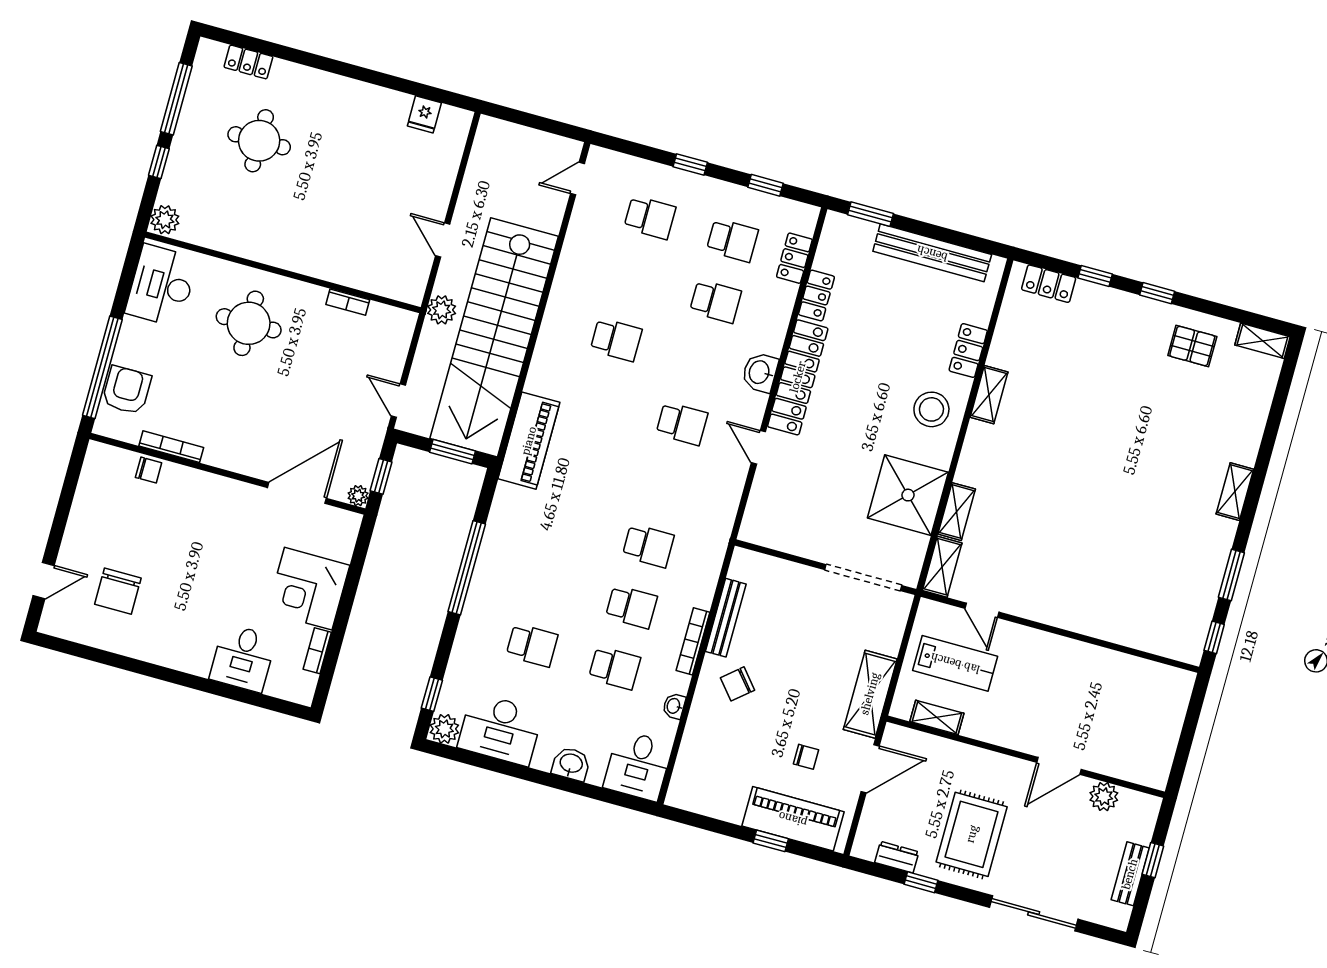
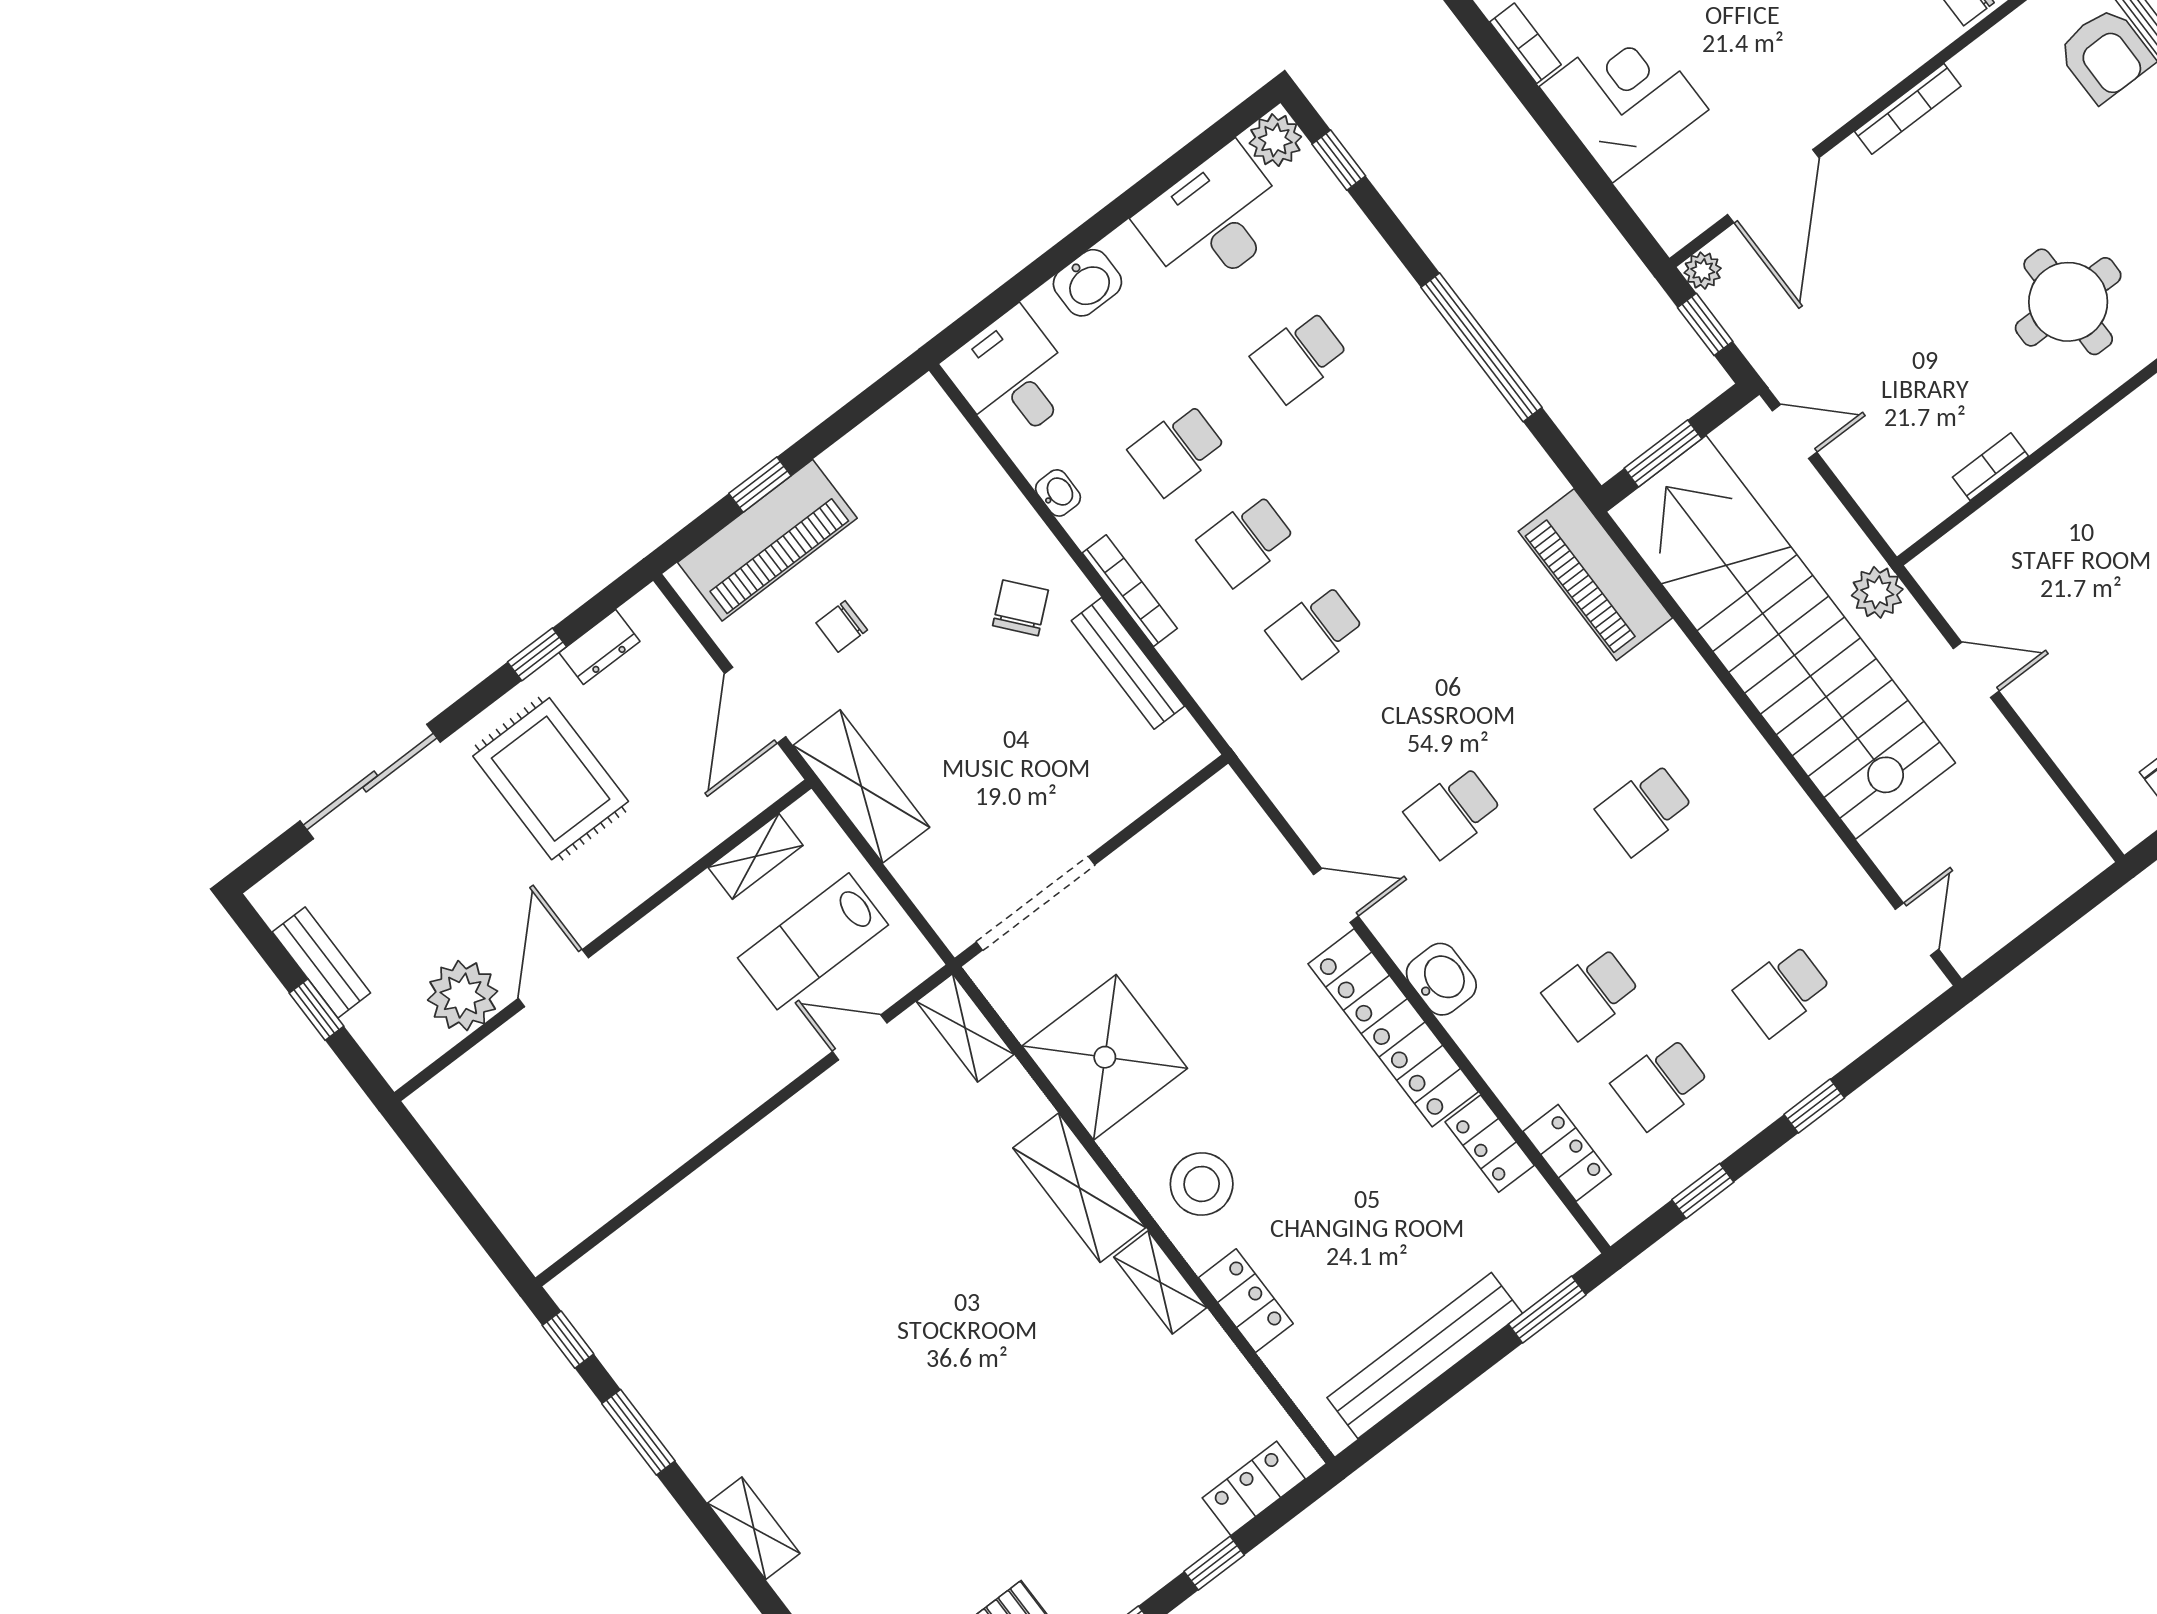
bookcase: (171, 447) -> (1908, 109), moved
shelving: (957, 512) -> (1079, 1188), moved, width x1.50, depth x1.33
plant: (1104, 797) -> (463, 996), width x1.36, depth x1.36

